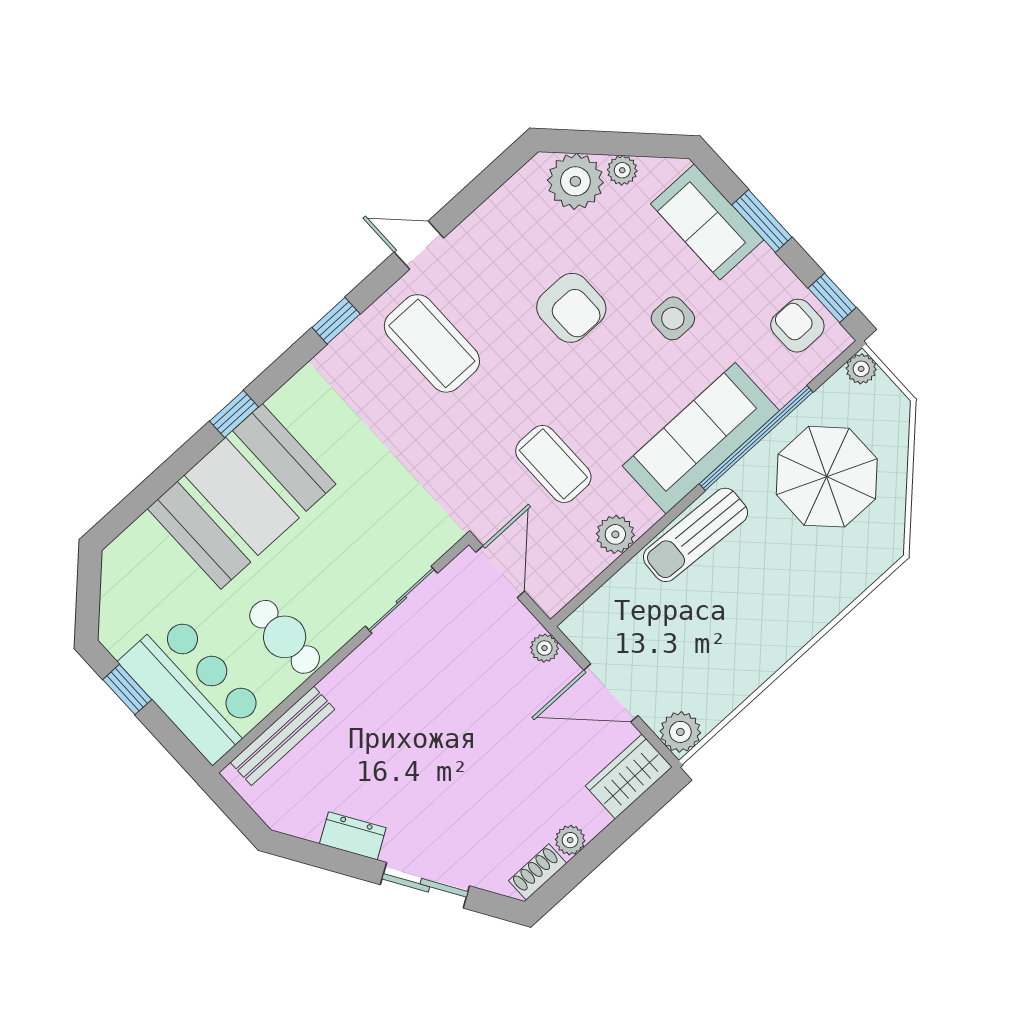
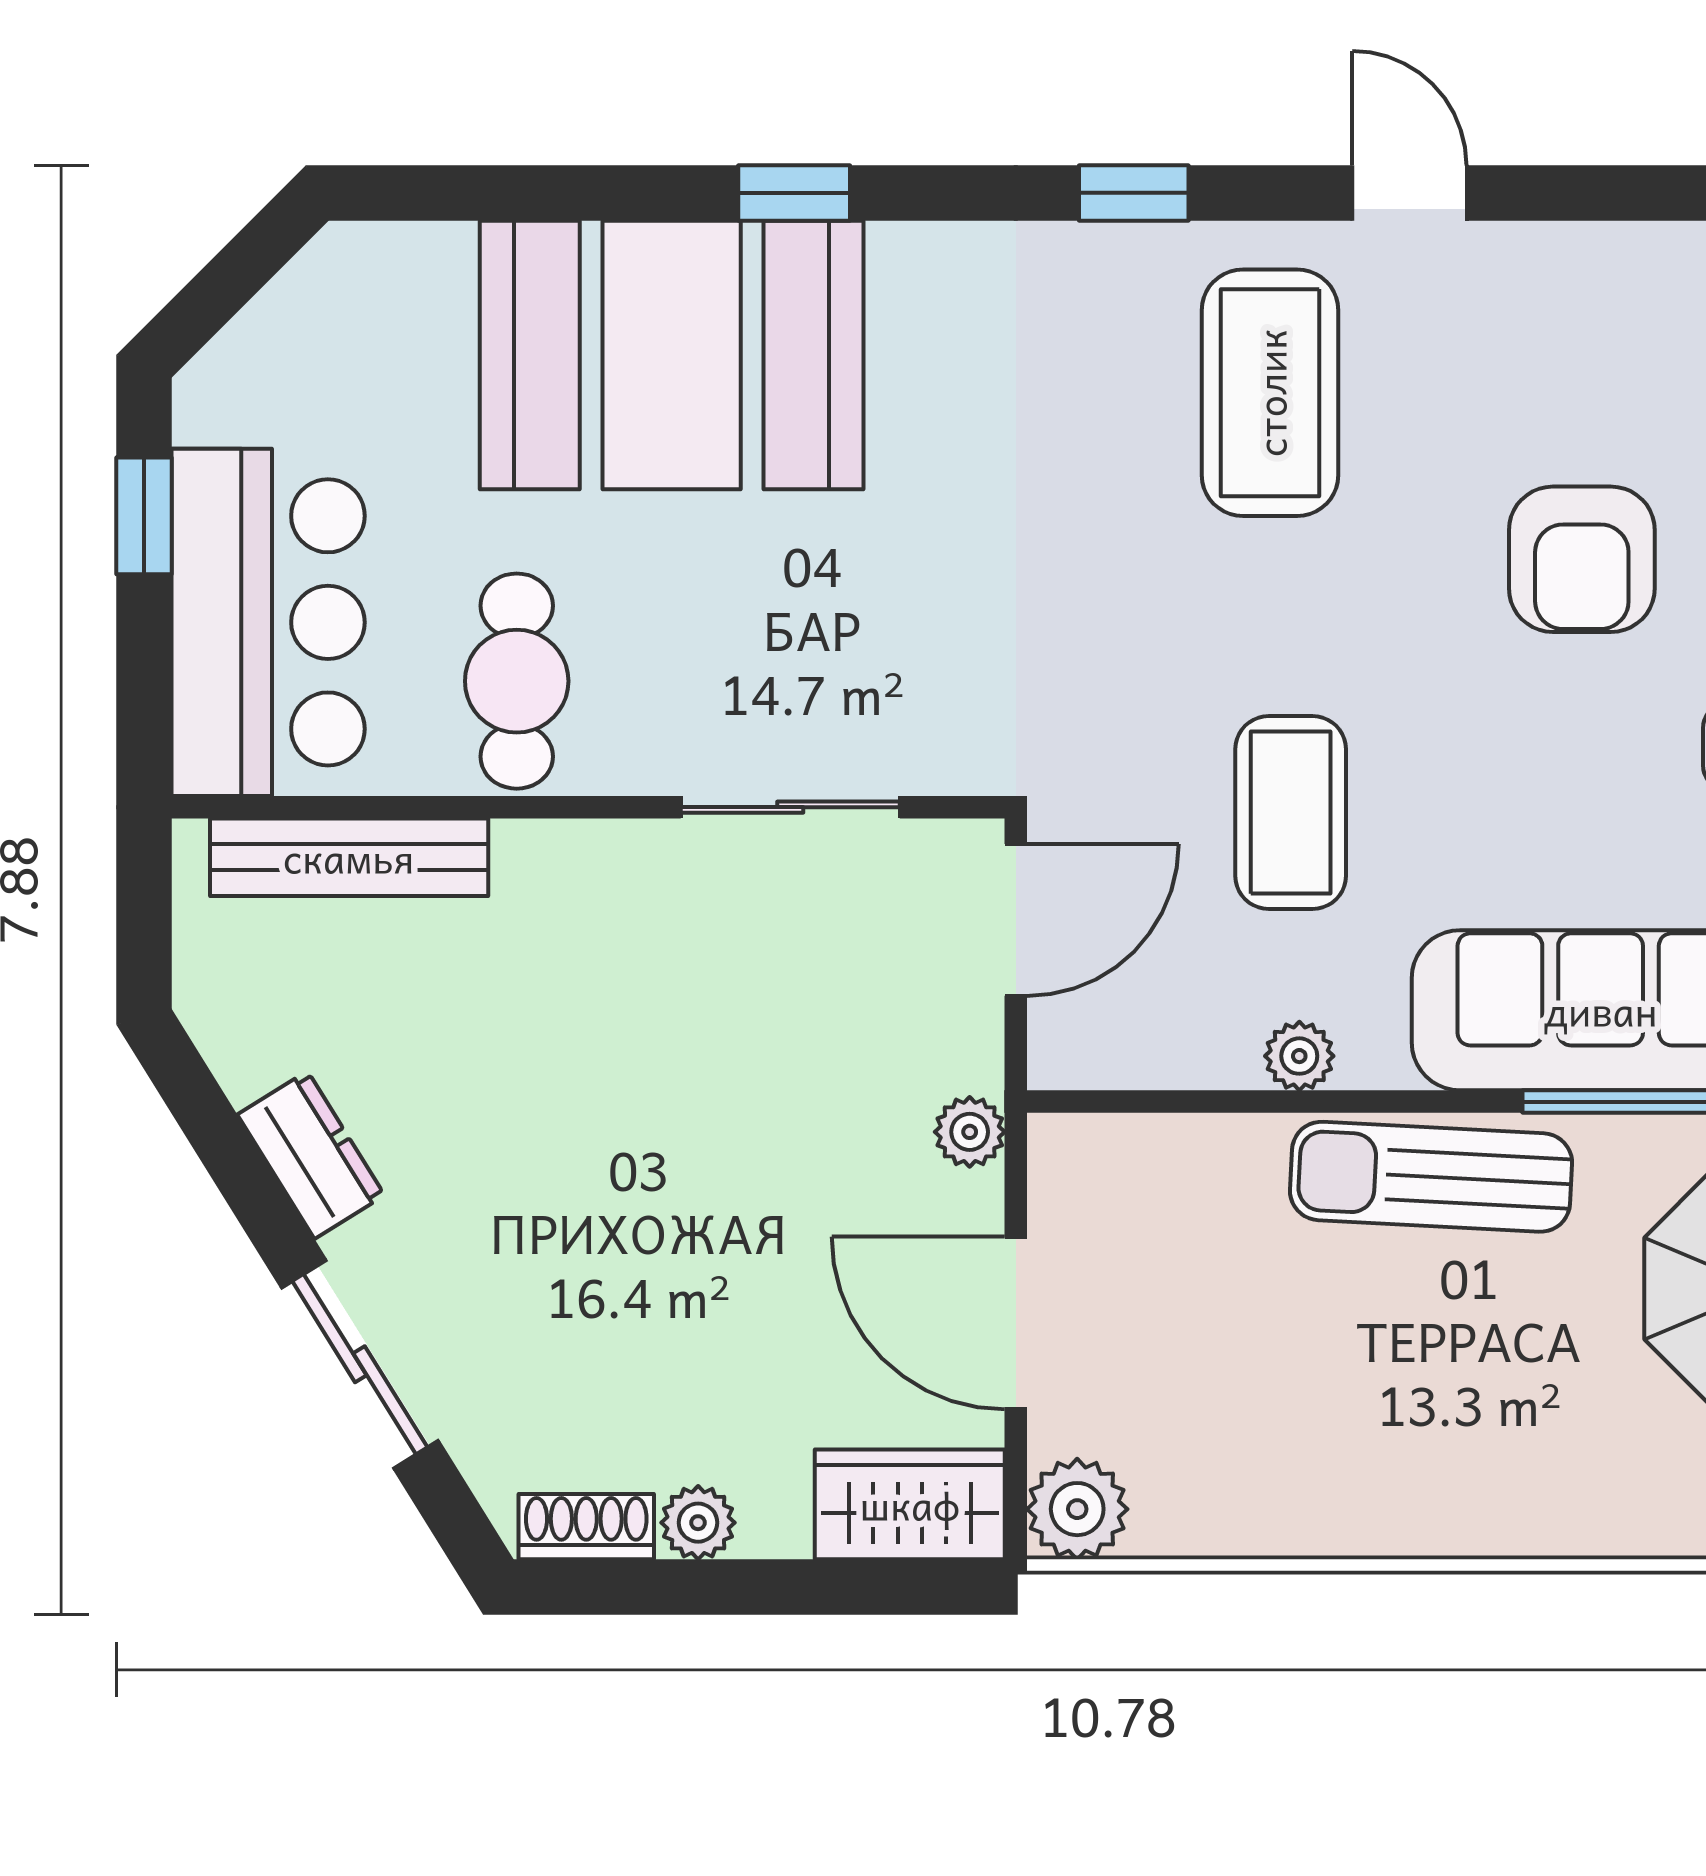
plant: (615, 534) -> (1299, 1056), width x0.73, depth x0.73

